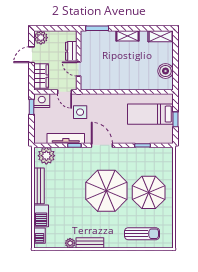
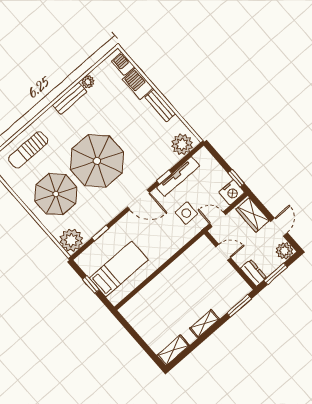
window: (58, 28) -> (276, 274), added
dresser: (71, 51) -> (253, 273), moved
boiler: (166, 71) -> (140, 322), removed
plant: (164, 156) -> (71, 240), added
bench: (39, 186) -> (160, 106), width x0.73

